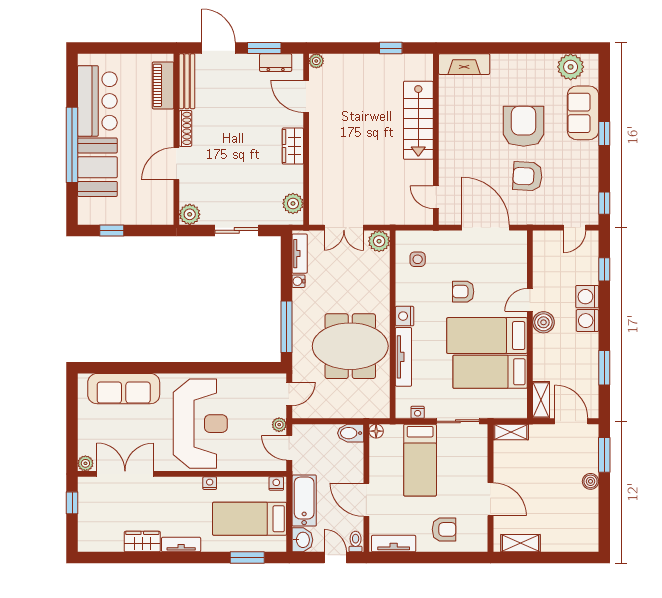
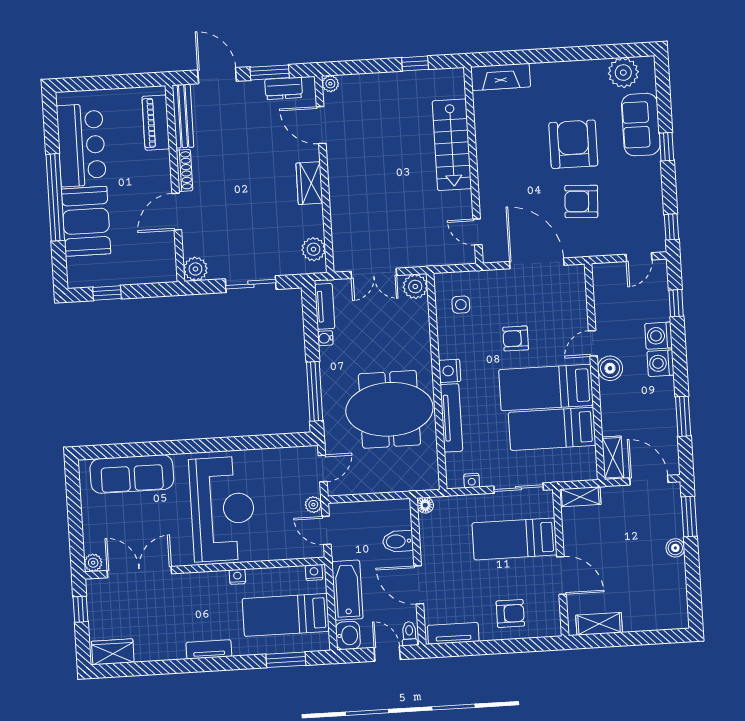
bidet: (351, 433) -> (398, 541), moved
bed: (420, 460) -> (514, 539), moved, turned 90
wardrobe: (142, 542) -> (113, 652), moved

